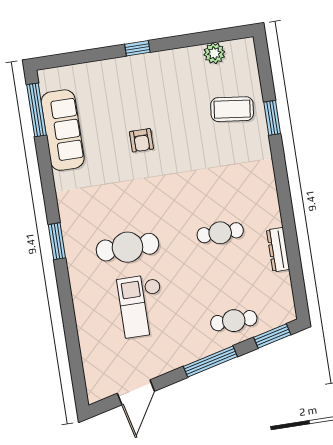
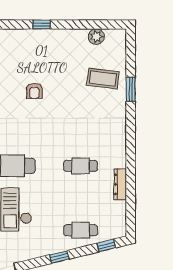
window: (272, 336) -> (106, 246), width x0.67
window: (210, 361) -> (59, 257), width x0.46

